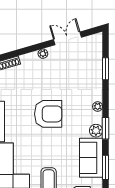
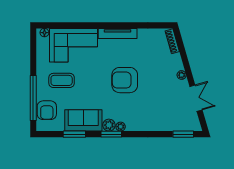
window: (106, 69) -> (183, 134), moved
plant: (98, 106) -> (121, 127), moved
armchair: (48, 114) -> (125, 80), turned 90

